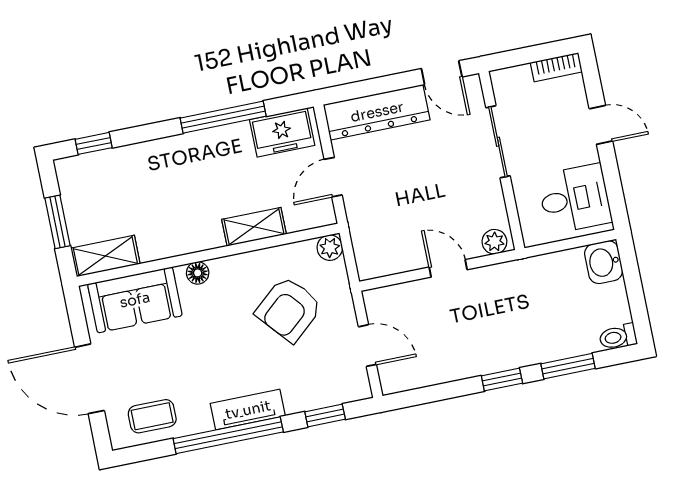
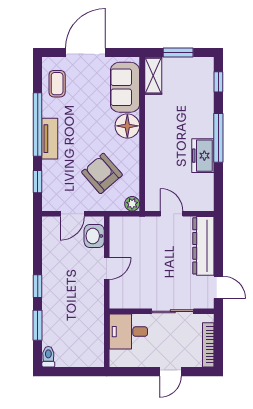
bookcase: (556, 67) -> (208, 345), width x1.56
door: (442, 73) -> (218, 287), swing flipped
window: (223, 117) -> (218, 138), moved
freezer: (282, 132) -> (203, 156), moved
desk: (575, 199) -> (128, 332), moved, turned 90
shelving: (254, 227) -> (153, 163), removed
plant: (494, 242) -> (116, 298), removed
washbasin: (604, 262) -> (94, 236), moved, turned -90
floor lamp: (198, 273) -> (127, 126), width x1.89, depth x1.89

